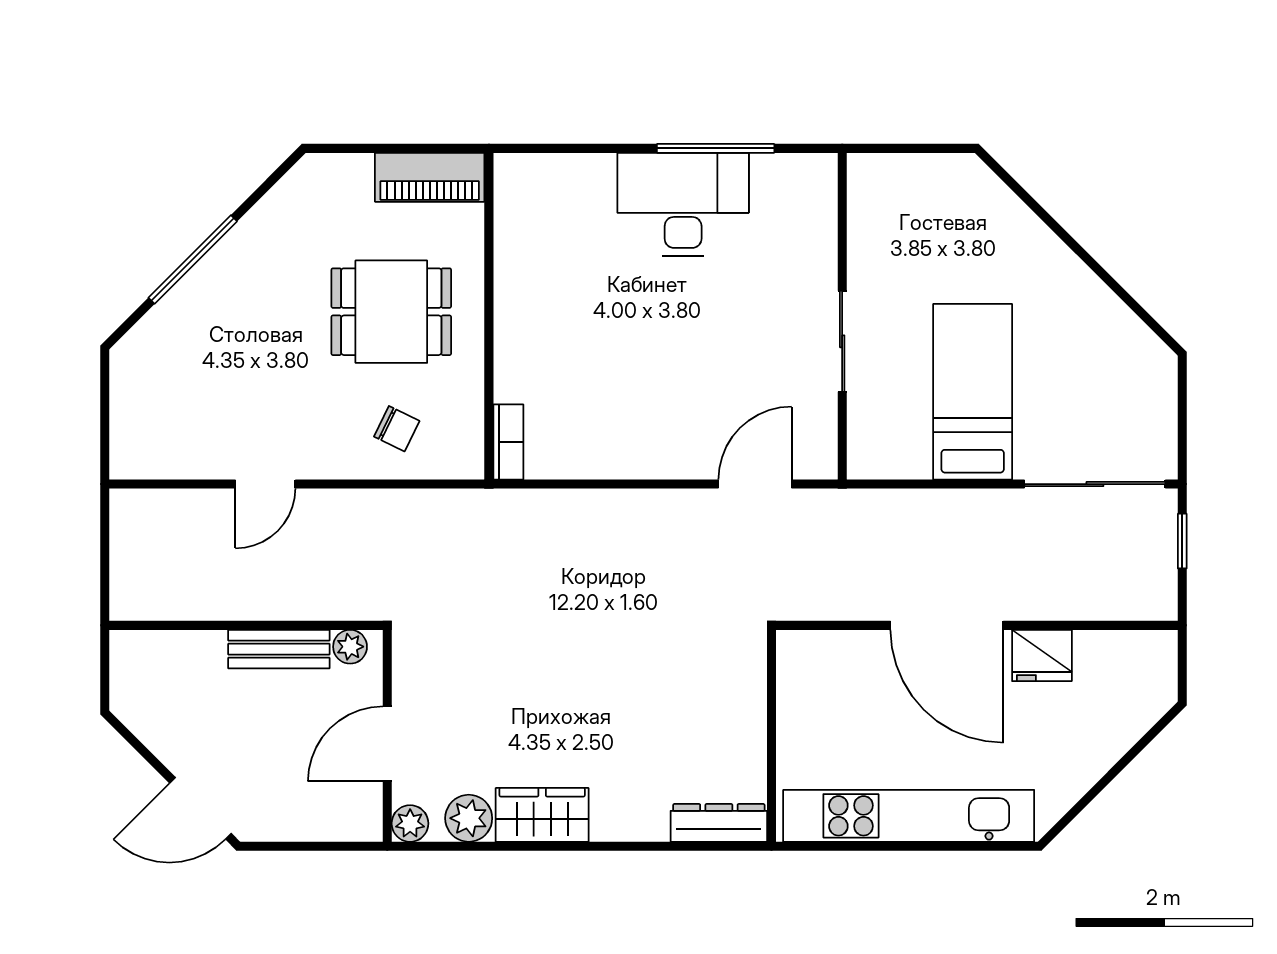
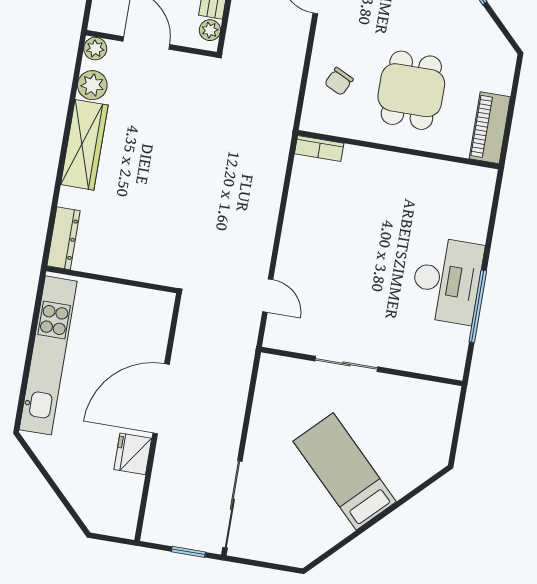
bed: (973, 392) -> (345, 471), moved, turned -135
door: (755, 484) -> (268, 296), width x0.73
wardrobe: (542, 815) -> (84, 145), width x1.50

